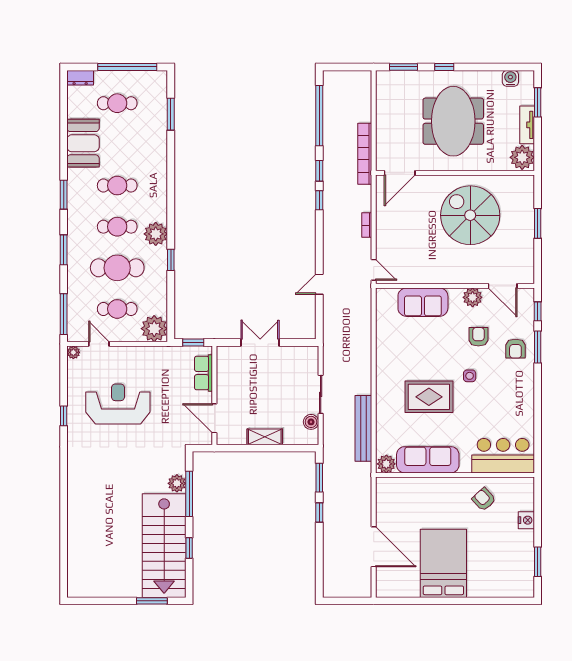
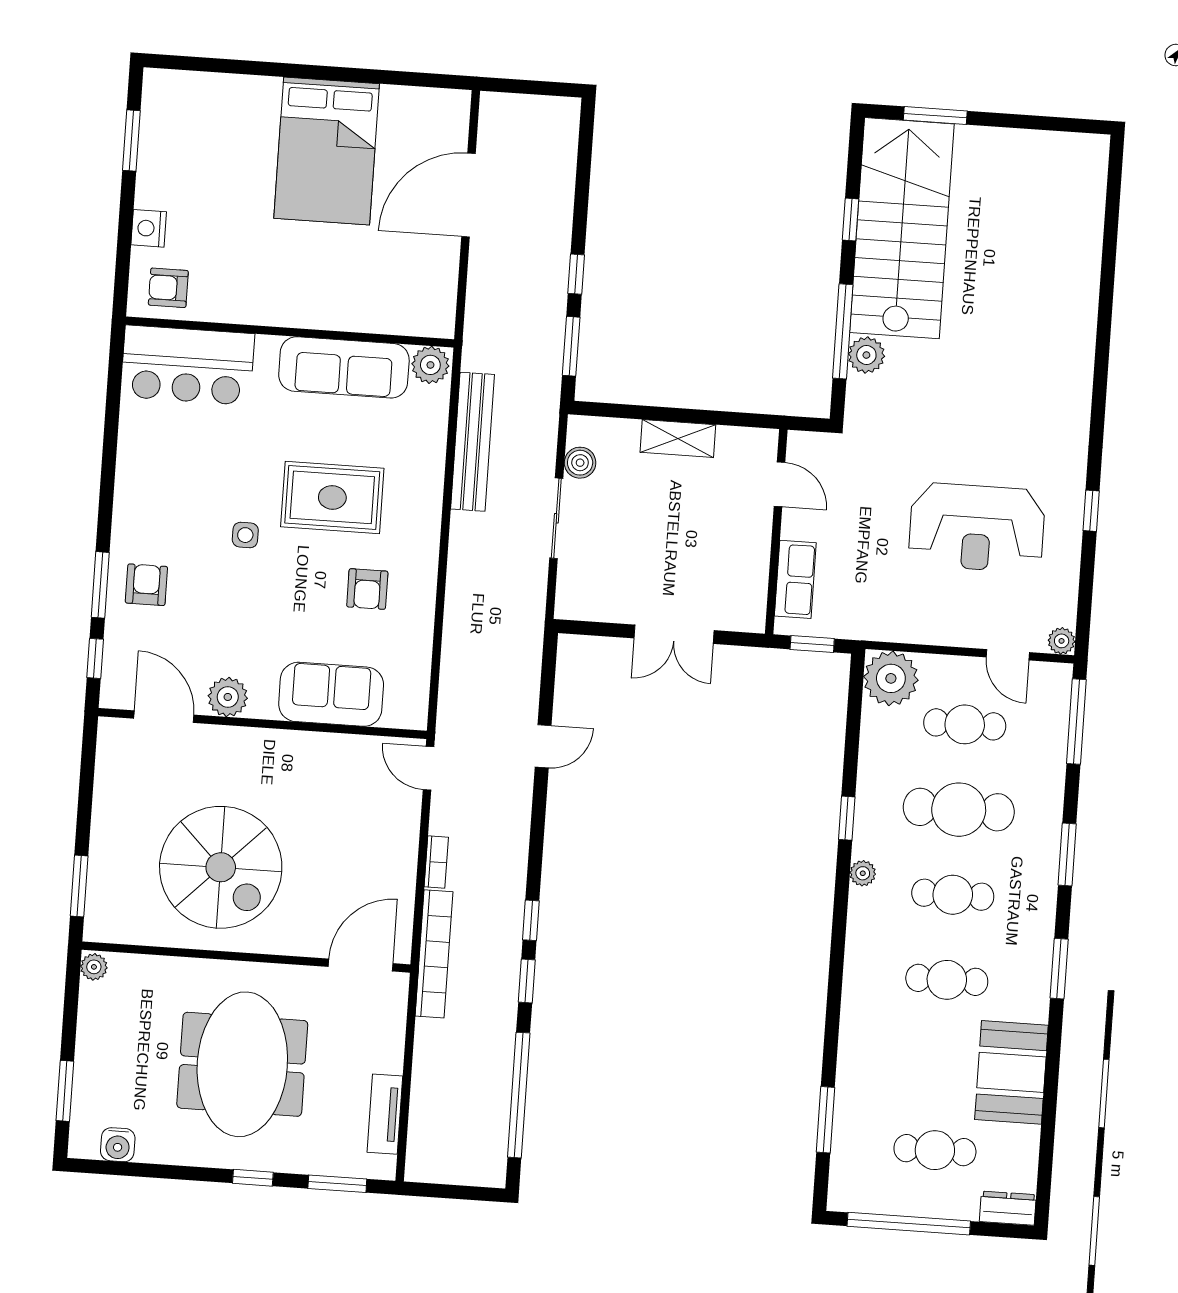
tv unit: (527, 125) -> (385, 1114), moved, turned 180
bookcase: (365, 154) -> (434, 954), moved
plant: (522, 157) -> (94, 967), width x0.53, depth x0.53
window: (538, 223) -> (79, 886), moved
plant: (156, 234) -> (863, 873), width x0.53, depth x0.53
armchair: (478, 337) -> (367, 589), moved
door: (214, 418) -> (780, 484), width x0.73
armchair: (484, 499) -> (168, 288), moved, turned 133
door: (374, 547) -> (468, 195), hinge flipped

